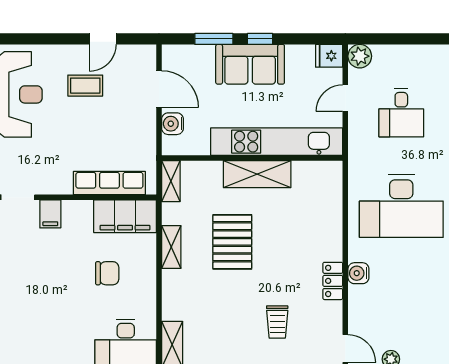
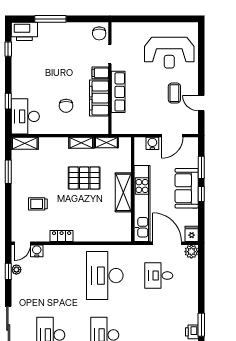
door: (345, 98) -> (167, 243), width x1.87
shelving: (171, 181) -> (106, 143), moved
row of seats: (109, 183) -> (118, 92), moved
filing cabinet: (125, 216) -> (99, 98), moved
water cooler: (358, 273) -> (37, 251), moved

